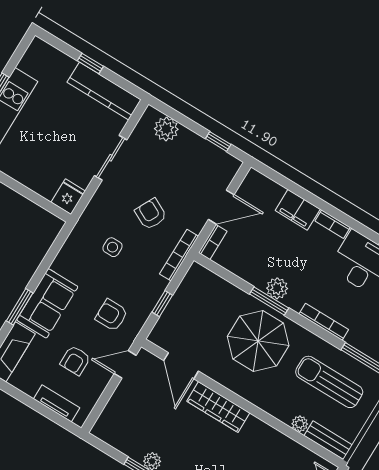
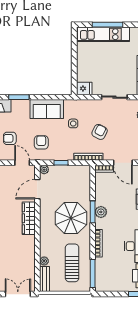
sofa: (47, 303) -> (47, 109), moved
plant: (157, 336) -> (44, 170), added

